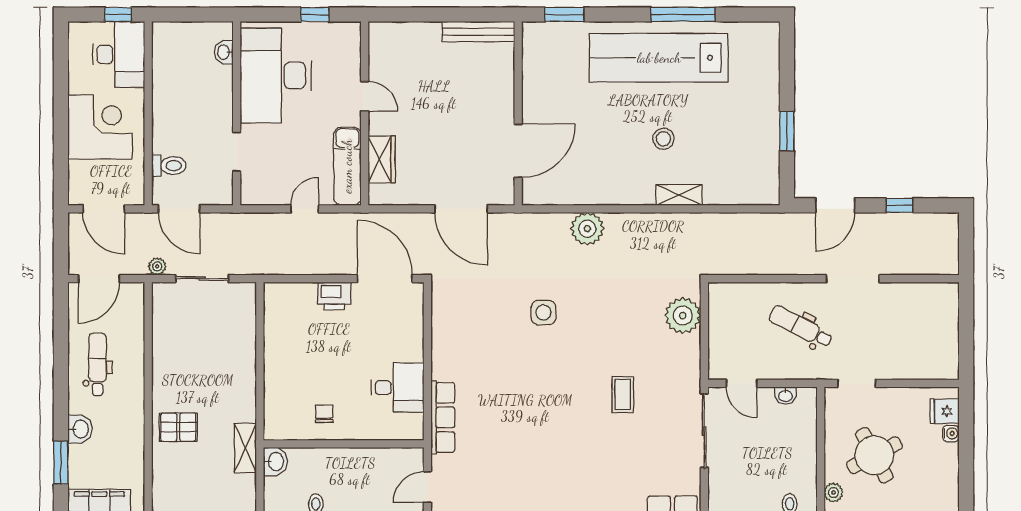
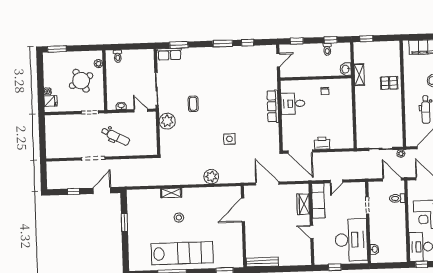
plant: (683, 316) -> (167, 121), moved
row of seats: (443, 417) -> (273, 106), moved

